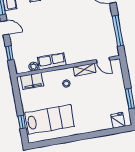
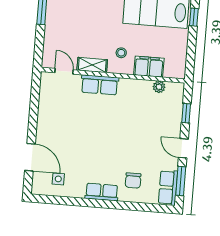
window: (118, 31) -> (34, 105), removed
row of seats: (52, 61) -> (100, 85), moved
filing cabinet: (32, 81) -> (149, 67), moved

